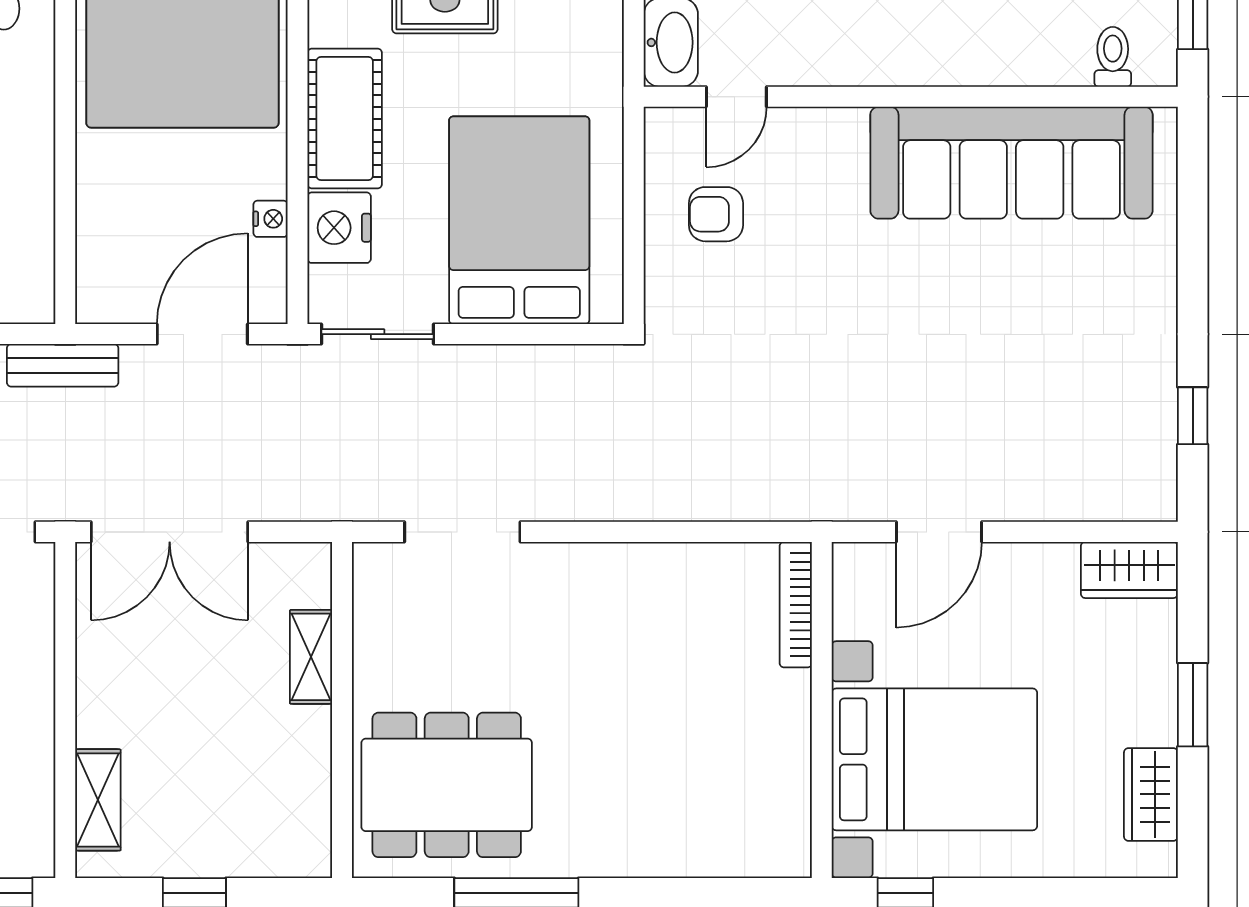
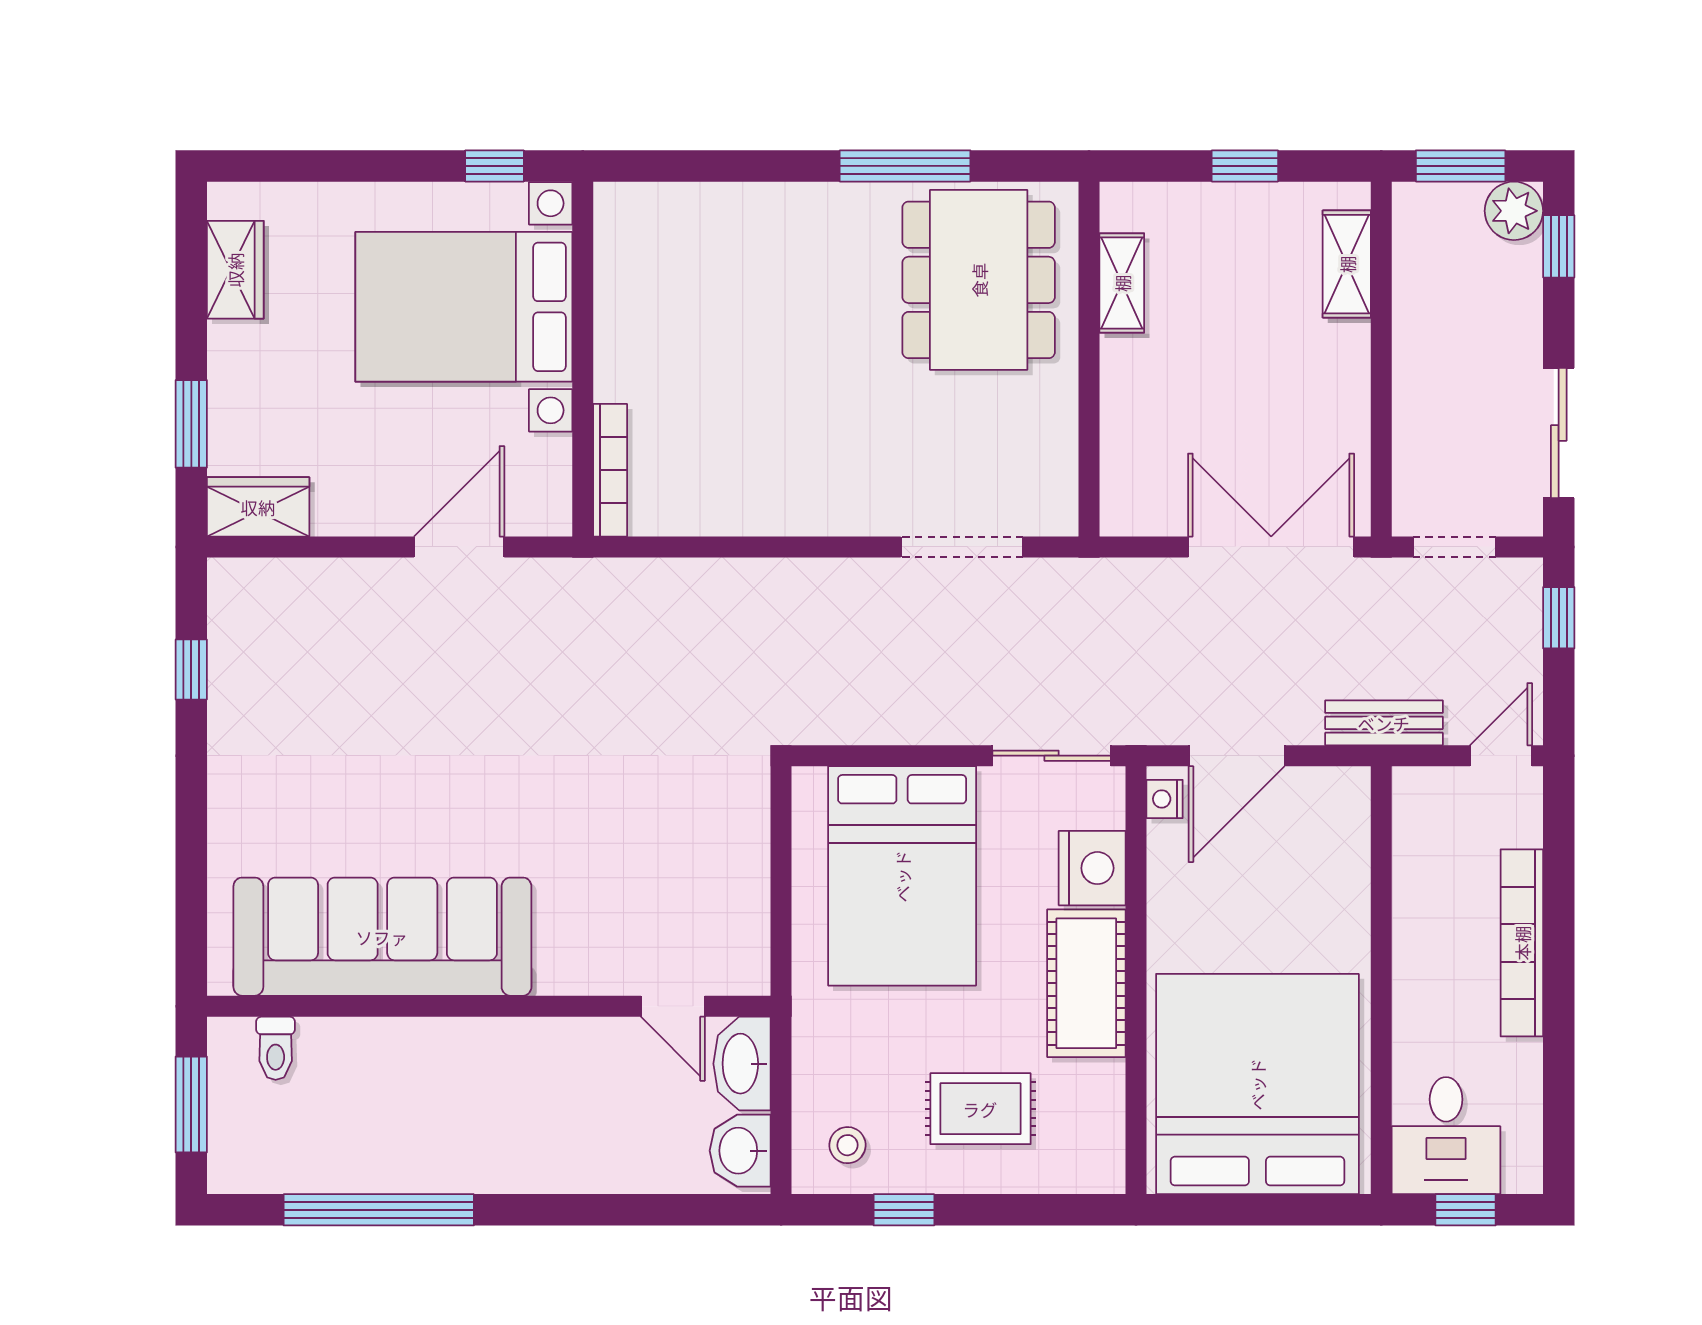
door: (736, 97) -> (673, 1006), swing flipped
armchair: (716, 214) -> (694, 882), removed
nightstand: (270, 219) -> (1165, 799), moved
shelving: (311, 657) -> (1122, 283), moved
window: (1193, 705) -> (191, 424), moved
dining table: (447, 785) -> (979, 280), turned 90

